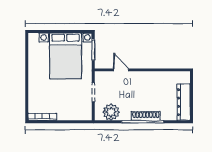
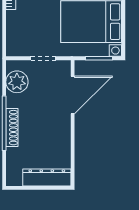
door: (121, 70) -> (73, 95), width x1.88
dresser: (184, 102) -> (47, 177), moved

